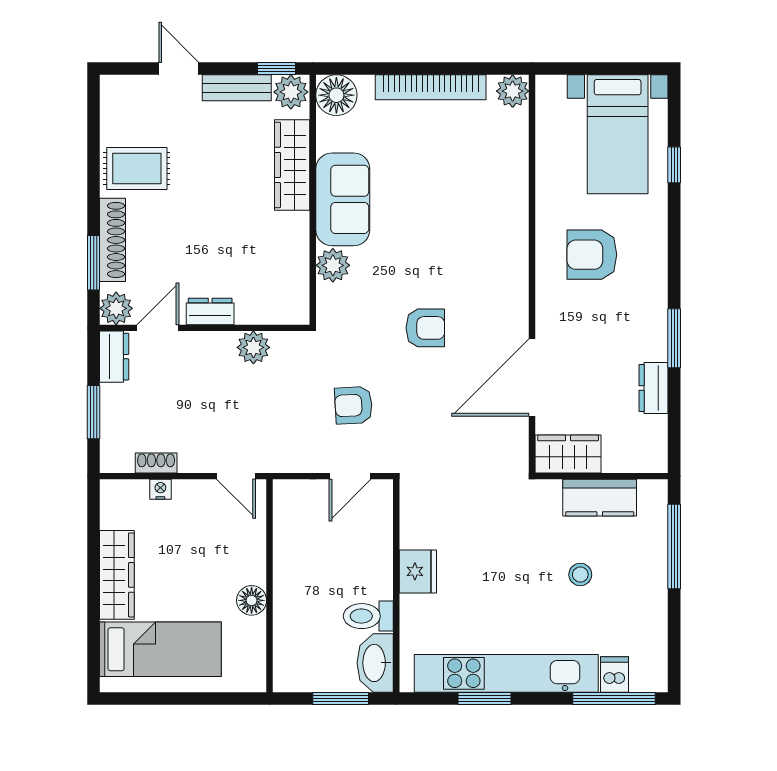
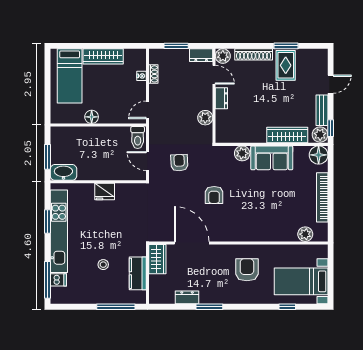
plant: (513, 91) -> (305, 234), moved
window: (94, 263) -> (286, 46), moved
toilet: (368, 616) -> (138, 138), moved, turned 180

